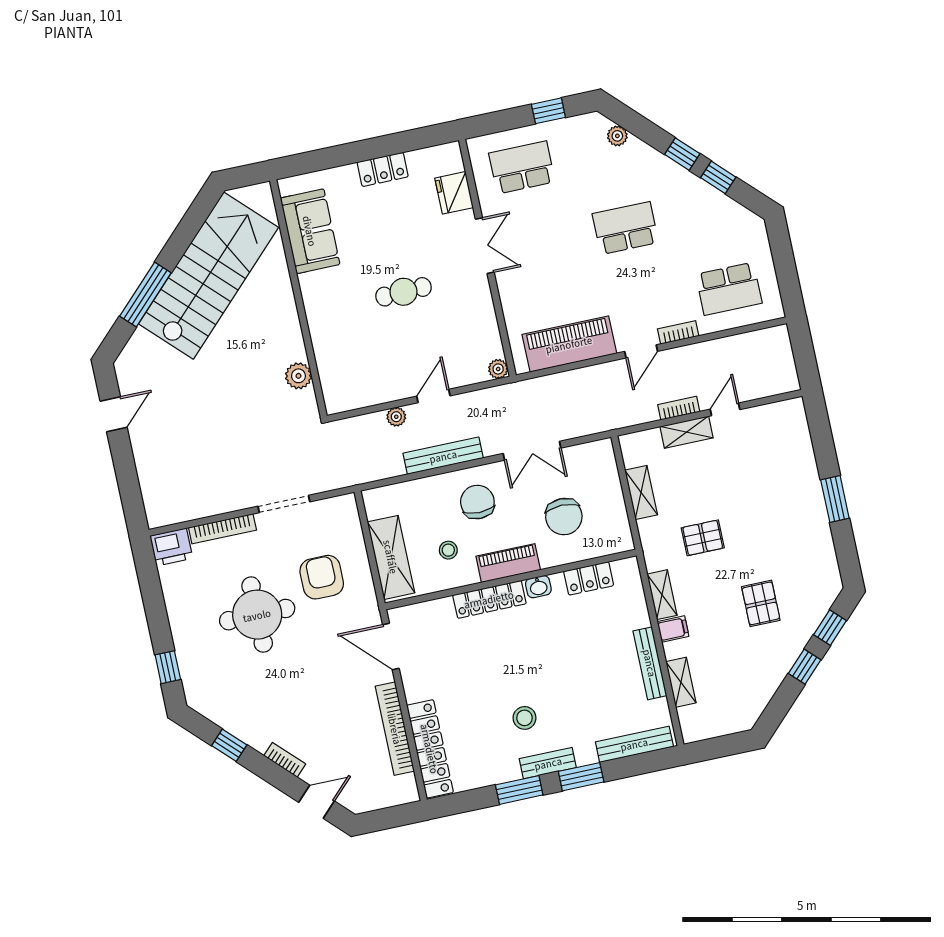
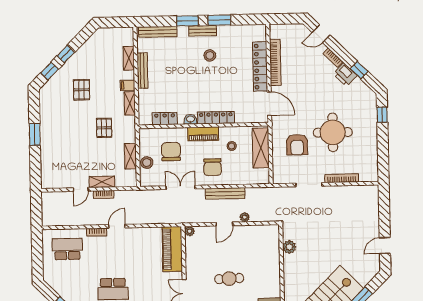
piano: (569, 344) -> (172, 249), moved, turned 90
stool: (607, 486) -> (147, 163), added
pallet: (703, 538) -> (104, 128), turned 90
printer: (171, 547) -> (345, 75), moved, turned -135
locker: (430, 749) -> (260, 67), moved

